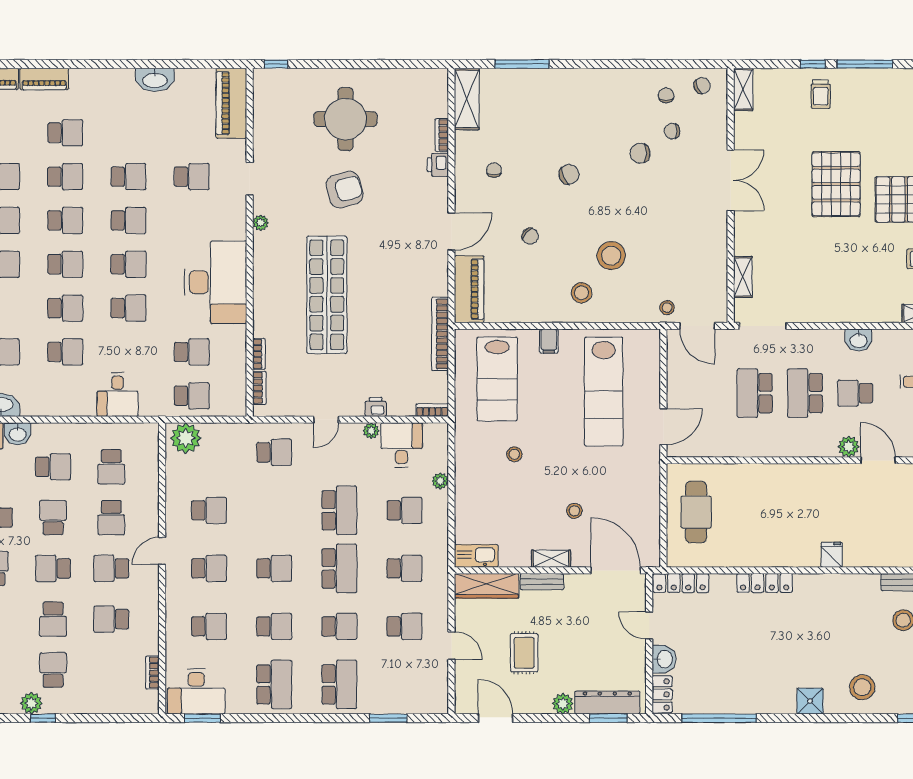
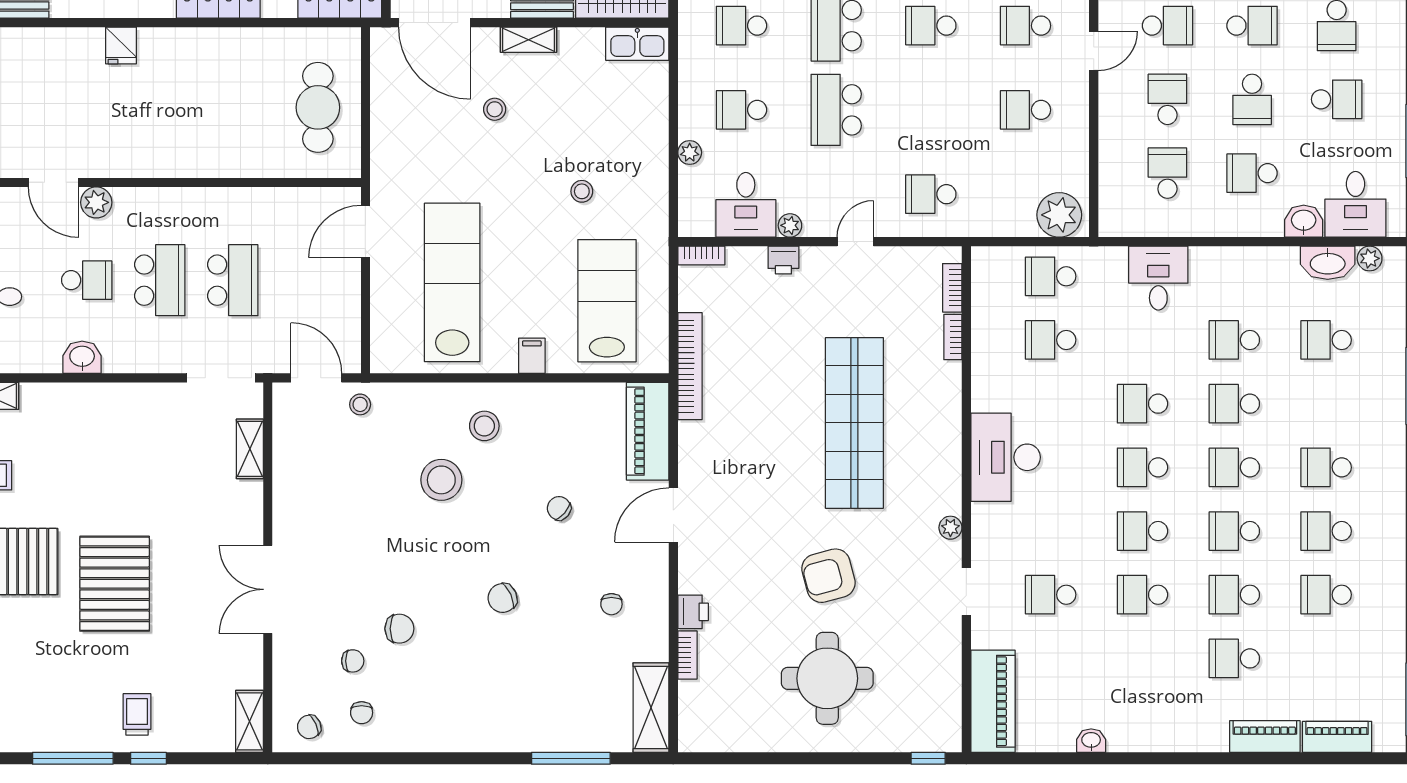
washbasin: (155, 80) -> (1091, 741), width x0.52, depth x0.69
desk: (216, 282) -> (1006, 457), width x0.73, depth x0.77

